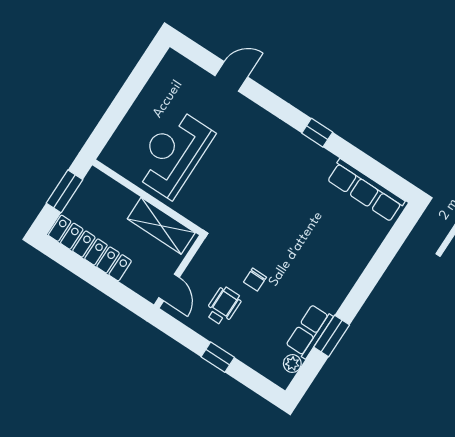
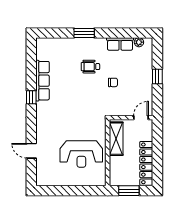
row of seats: (366, 190) -> (43, 81), moved
wheelchair: (223, 306) -> (90, 67), moved
window: (332, 336) -> (84, 33), moved

